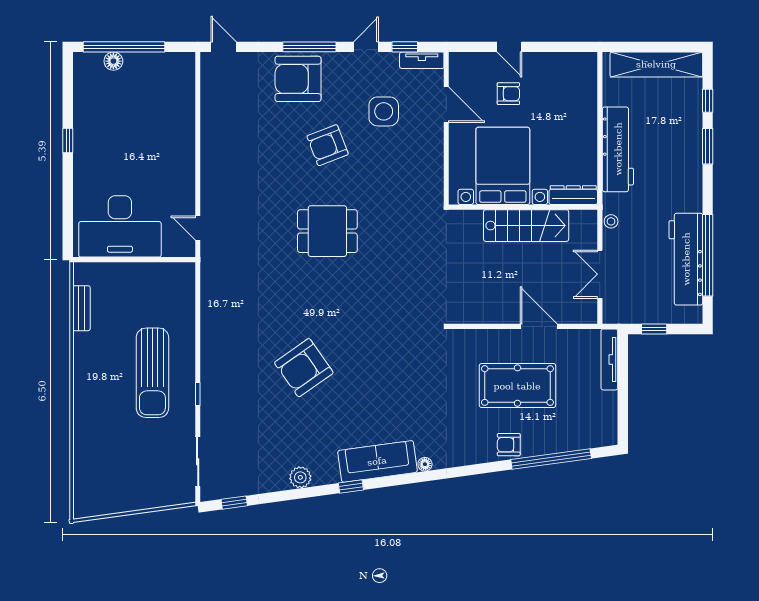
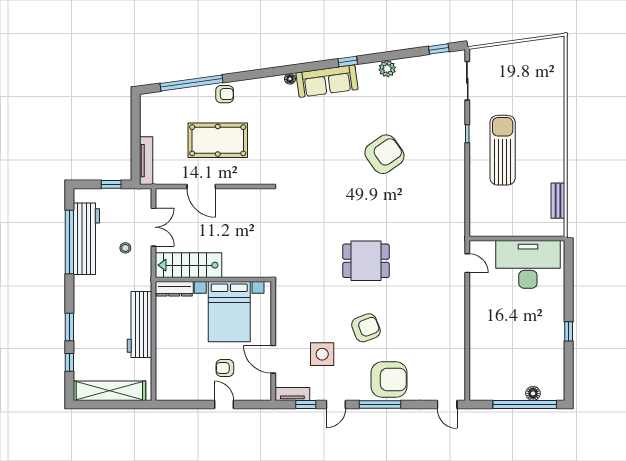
stool: (611, 221) -> (125, 248), moved
stairs: (526, 226) -> (188, 265), moved

